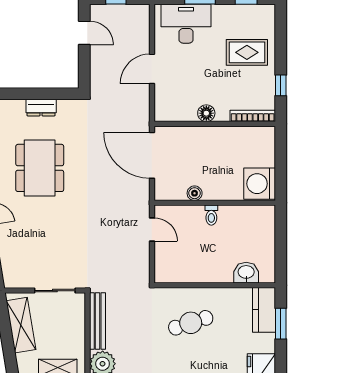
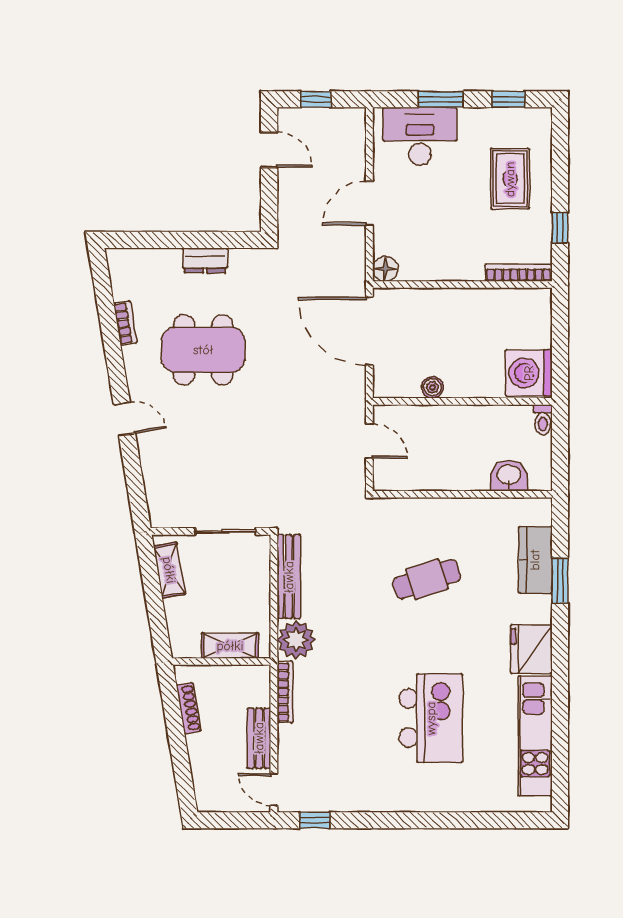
rug: (247, 52) -> (510, 179), turned 90
floor lamp: (206, 113) -> (385, 269), moved
dining table: (40, 168) -> (203, 350), turned 90
toilet: (211, 215) -> (543, 420), moved
washbasin: (246, 273) -> (509, 476), moved
wall: (215, 285) -> (462, 494), moved
shelving: (21, 325) -> (169, 570), width x0.67, depth x0.75

